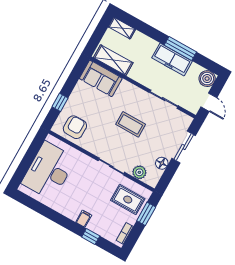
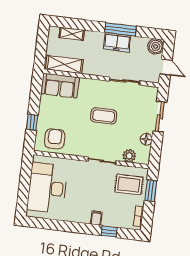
shelving: (122, 28) -> (72, 34), moved
freezer: (172, 60) -> (117, 42), width x0.71

